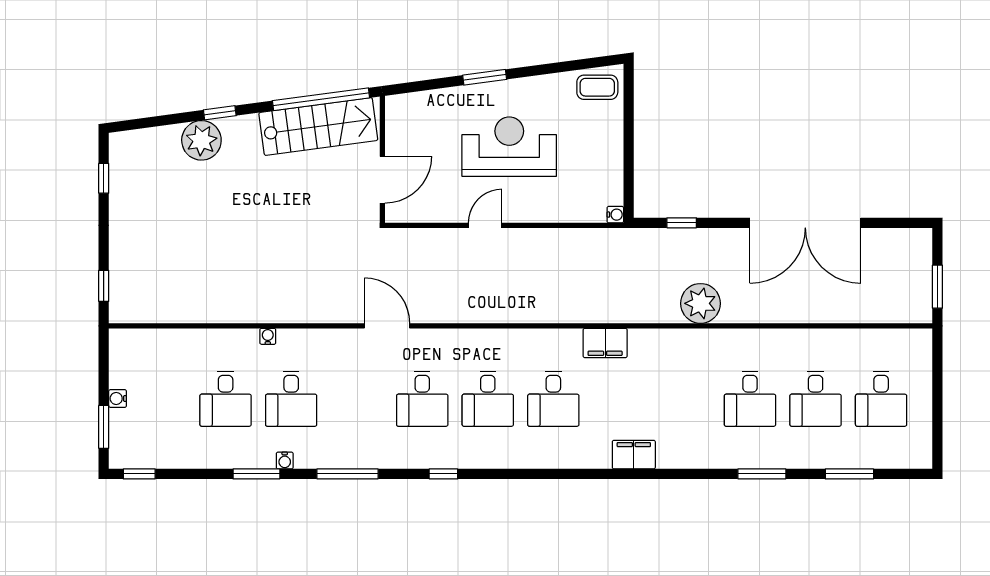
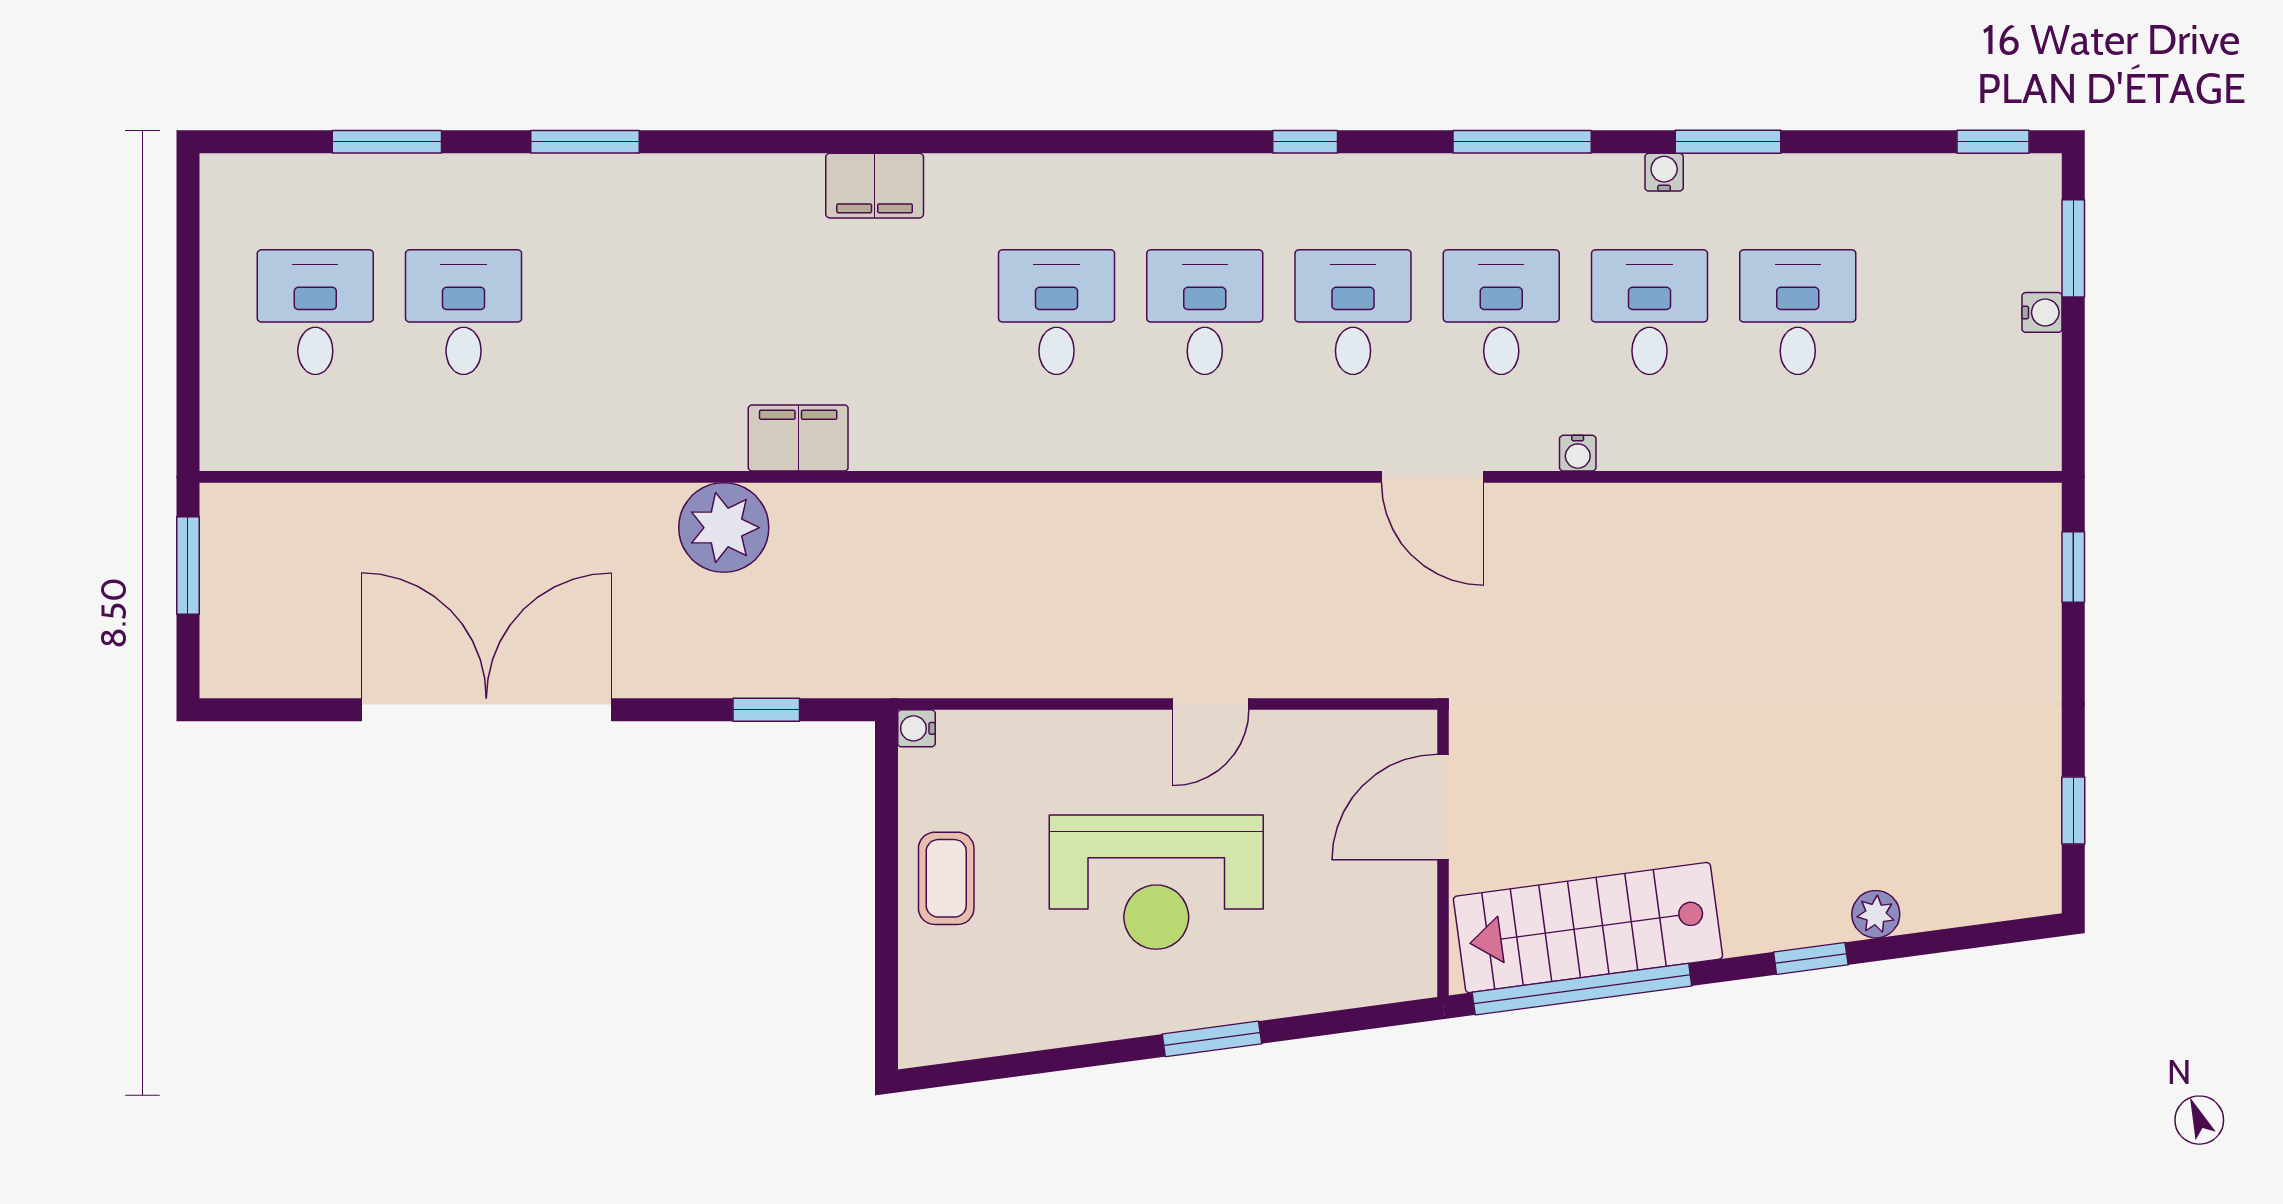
coffee table: (597, 87) -> (946, 878), moved, turned 90
plant: (201, 140) -> (1876, 914), width x0.53, depth x0.53
water cooler: (268, 336) -> (1578, 453), moved
filing cabinet: (605, 343) -> (798, 438), moved
desk: (750, 399) -> (1501, 312), moved

